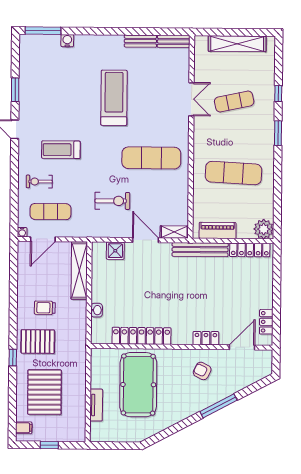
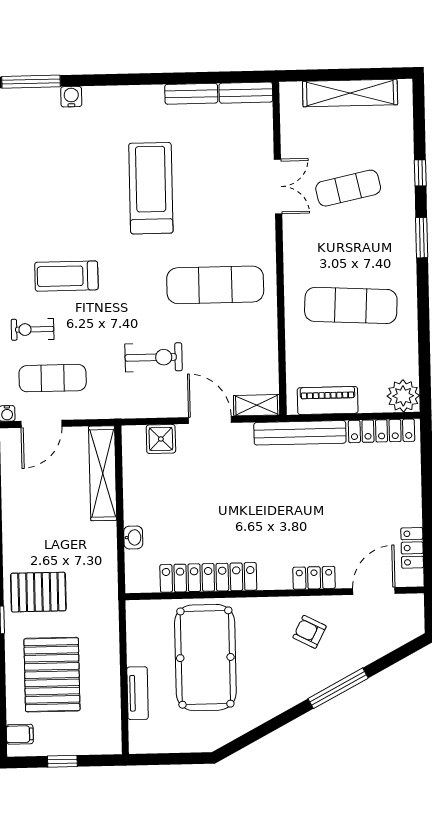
trolley: (45, 308) -> (48, 536), removed

